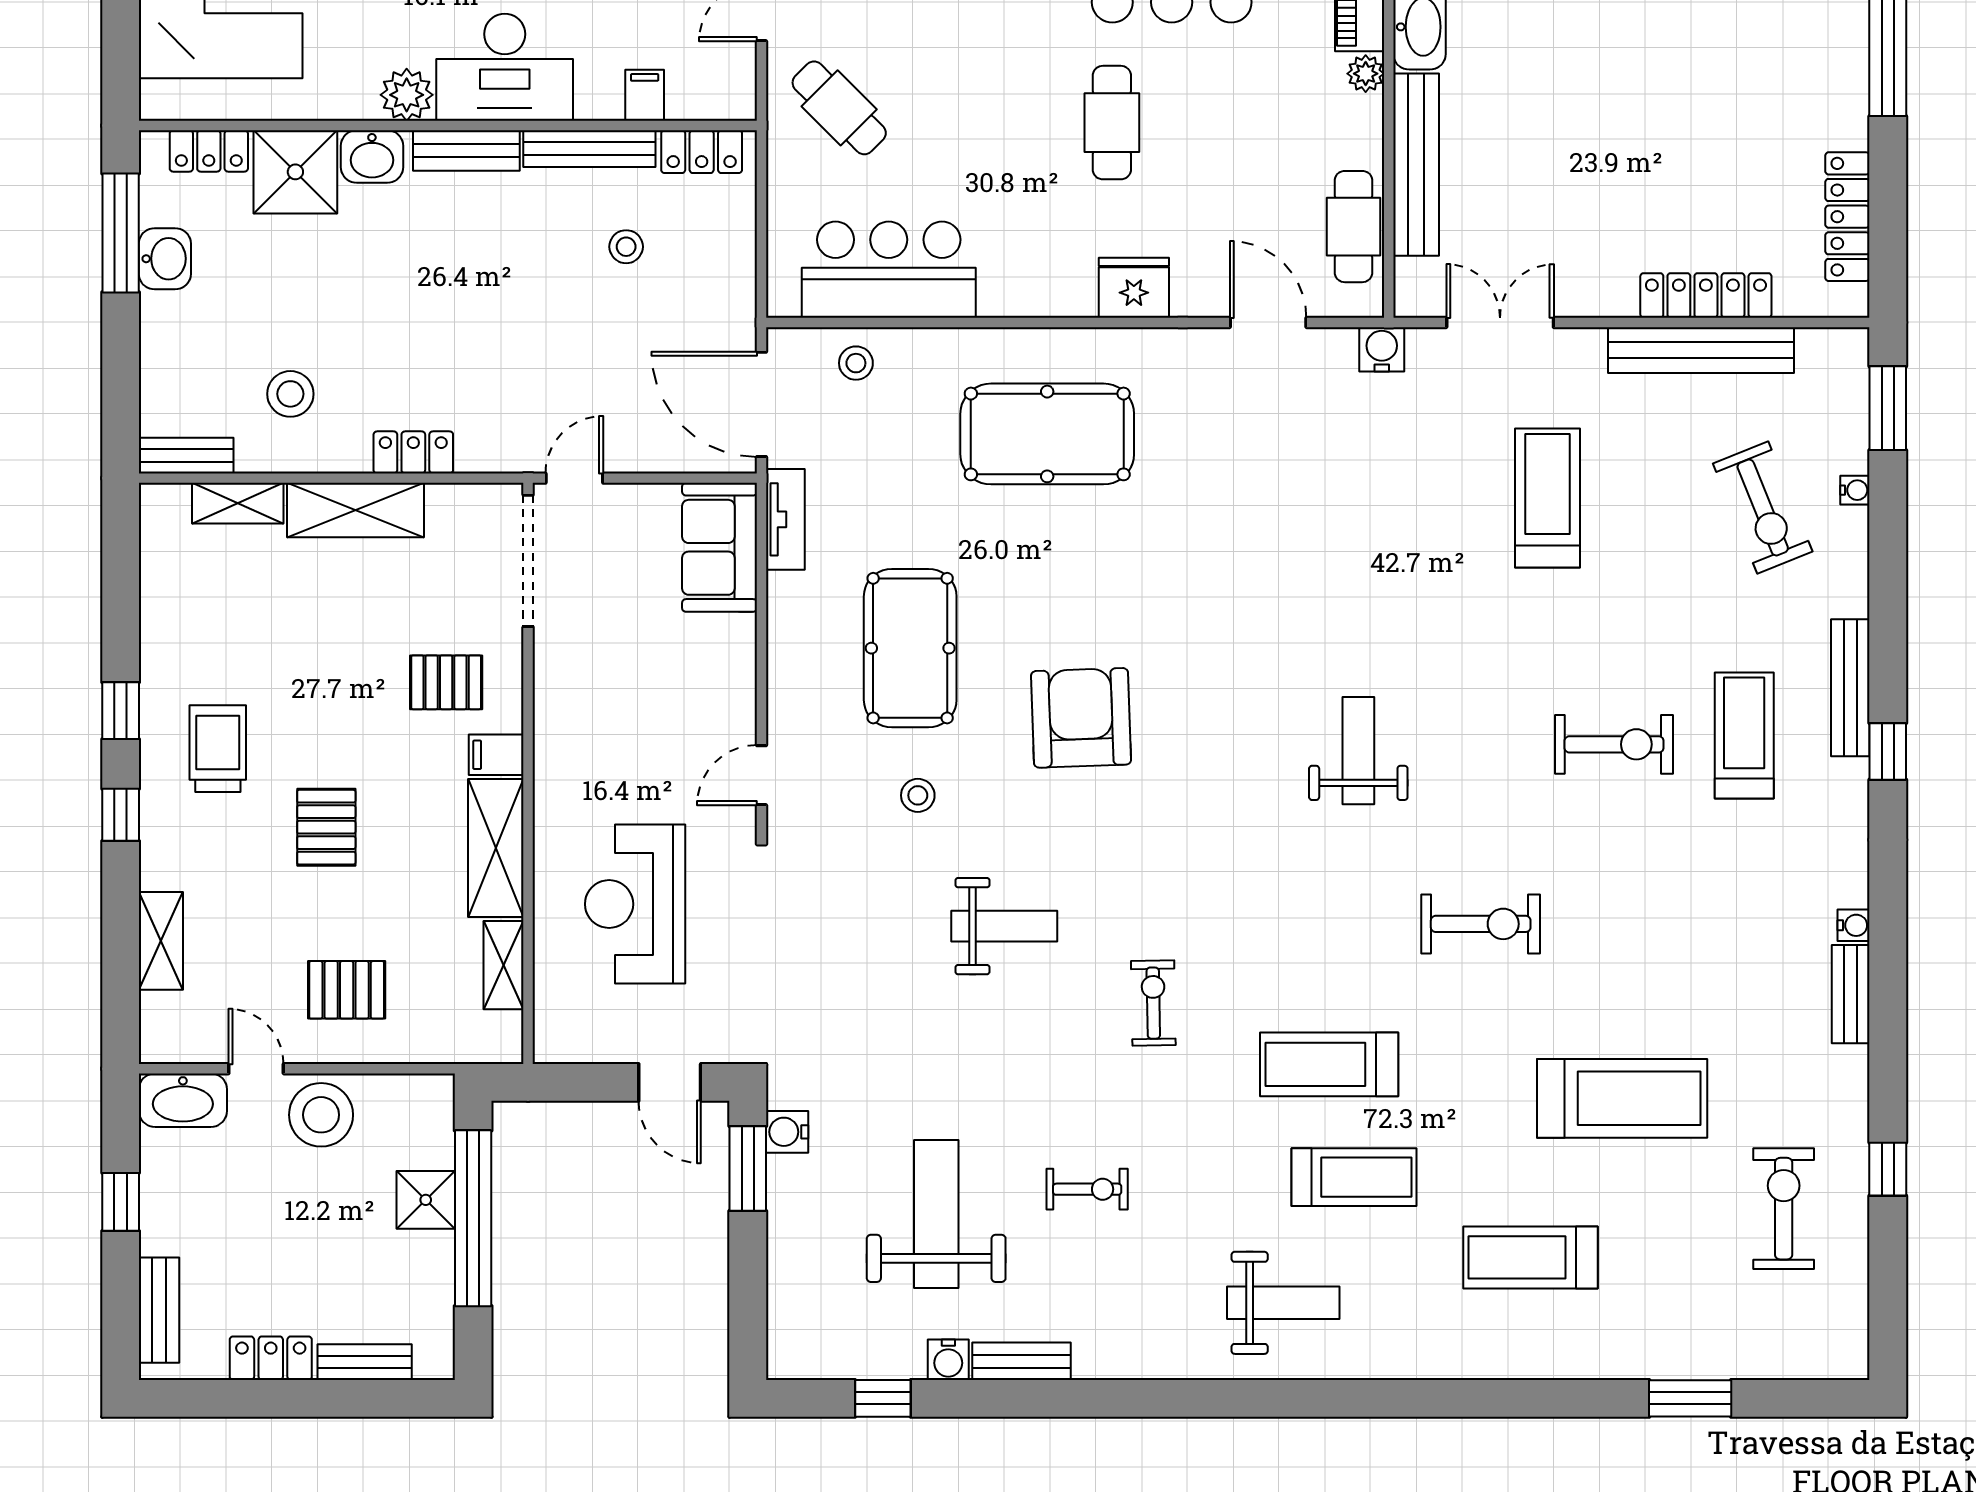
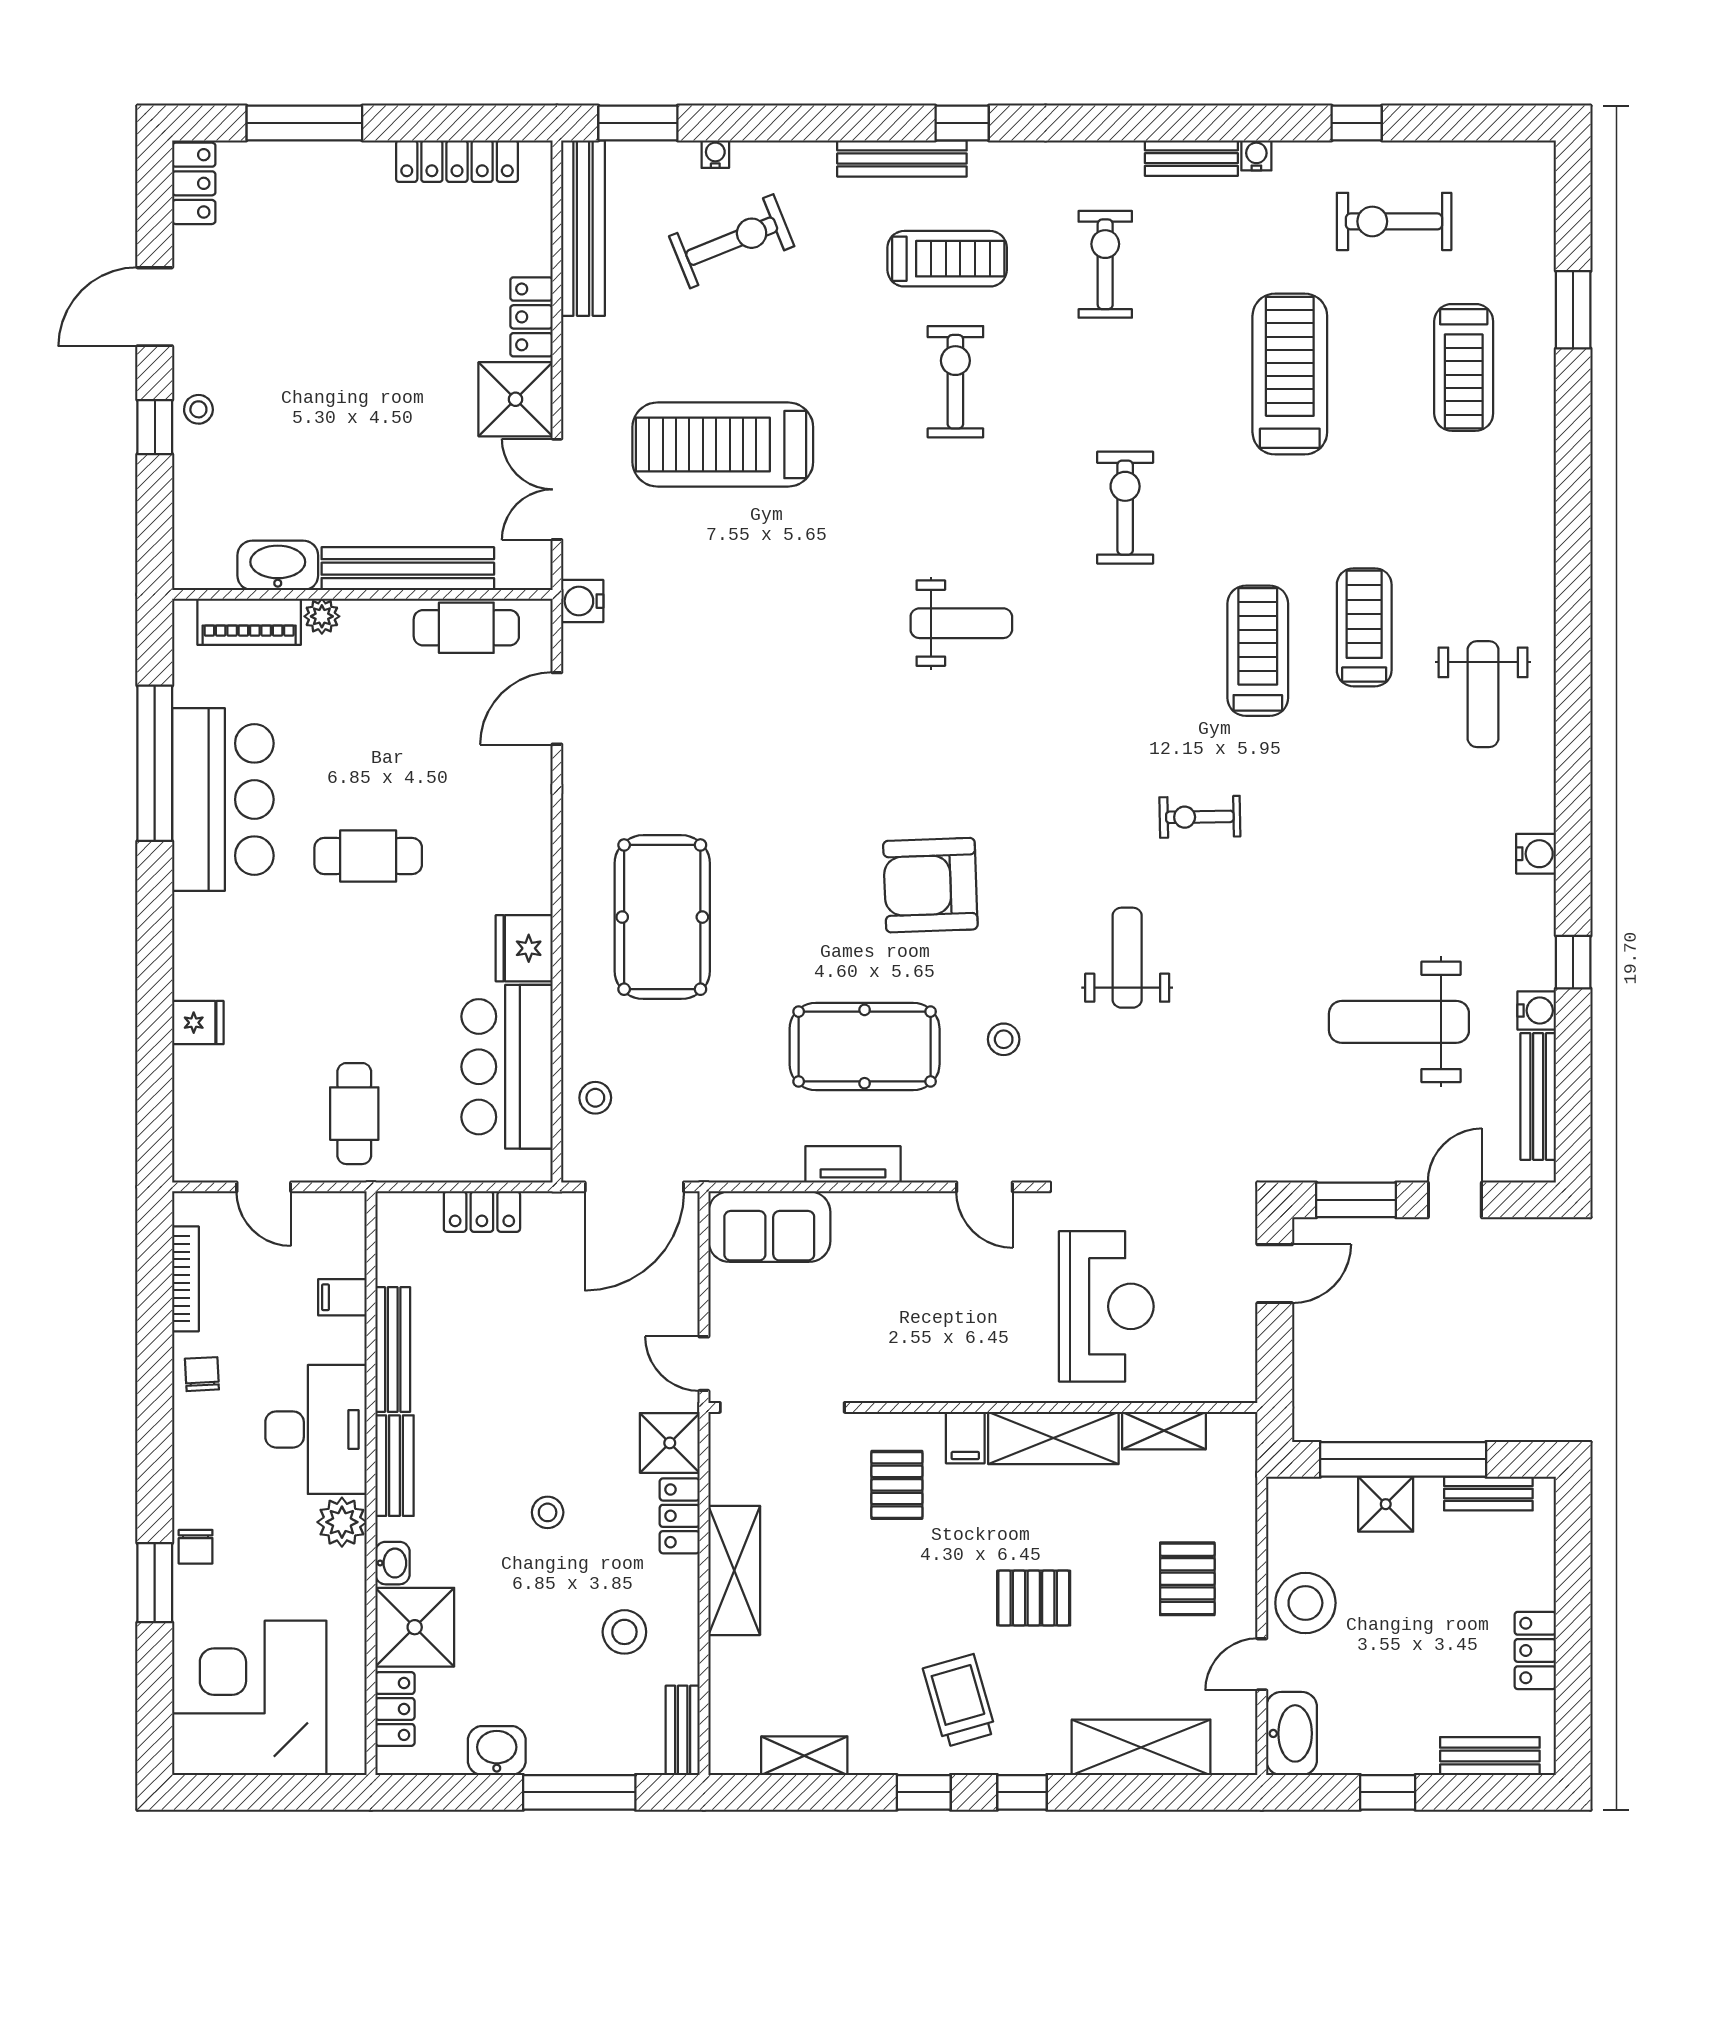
cafe table: (839, 108) -> (354, 1114), turned -45
locker: (702, 152) -> (482, 1212), moved, turned 90
washbasin: (372, 156) -> (392, 1563), width x0.72, depth x0.69
window: (121, 233) -> (579, 1792), moved
stool: (626, 247) -> (548, 1512), moved
shower: (1595, 279) -> (516, 399), added
fridge: (1134, 288) -> (524, 948), moved
locker: (1706, 295) -> (531, 317), width x0.66
bench: (1701, 350) -> (583, 228), moved
shower: (490, 442) -> (670, 1443), added
treadmill: (1547, 498) -> (723, 445), width x1.37, depth x1.38
shelving: (238, 503) -> (804, 1756), moved, turned 90
tv unit: (785, 519) -> (853, 1164), moved
treadmill: (1744, 736) -> (947, 259), turned 180
trolley: (218, 749) -> (960, 1700), turned 74
weight bench: (1358, 751) -> (961, 623), turned 180
reception desk: (635, 904) -> (1106, 1306), turned -90
water cooler: (1854, 925) -> (1256, 155), moved
shelving: (161, 941) -> (1141, 1747), width x1.50, depth x1.33
treadmill: (1329, 1064) -> (1258, 651), turned 180
water cooler: (787, 1132) -> (1536, 854), moved, turned -90
exercise bike: (1087, 1189) -> (1105, 264), moved, width x1.38, depth x1.39
treadmill: (1530, 1257) -> (1464, 367), moved
door: (748, 1273) -> (1455, 1200), added
weight bench: (1283, 1303) -> (1483, 694), turned 180
bench: (1021, 1361) -> (1538, 1097), moved, width x1.36
bench: (365, 1362) -> (1488, 1494), moved, turned 90
window: (883, 1398) -> (1573, 962), moved

